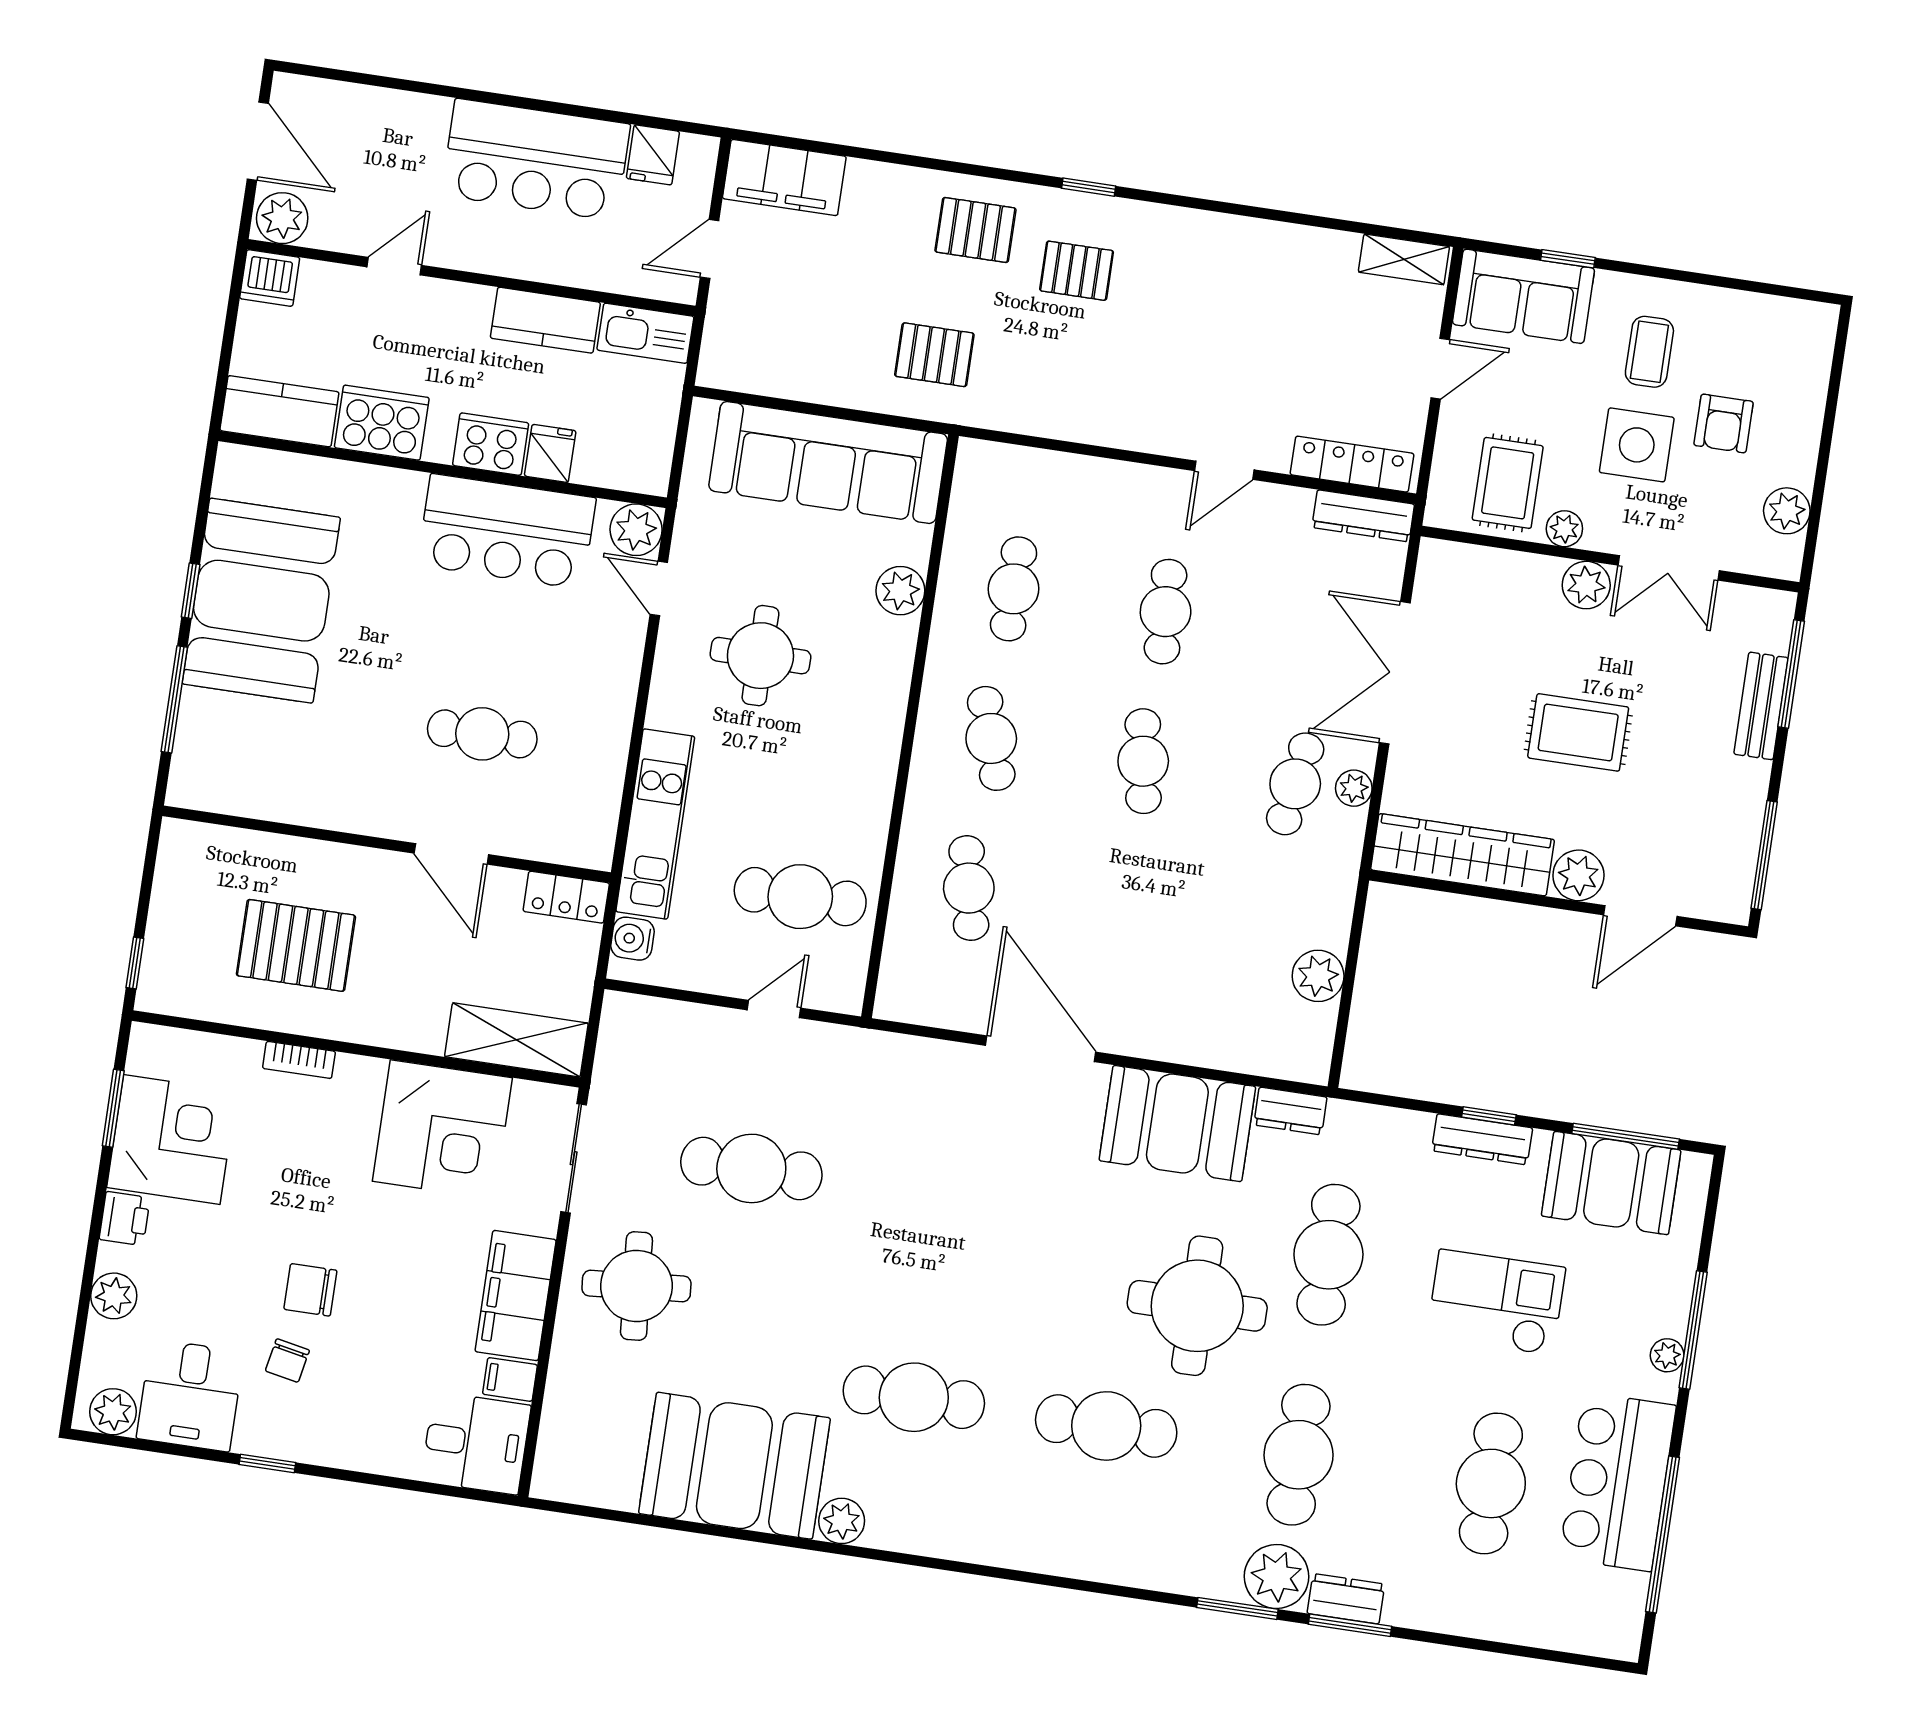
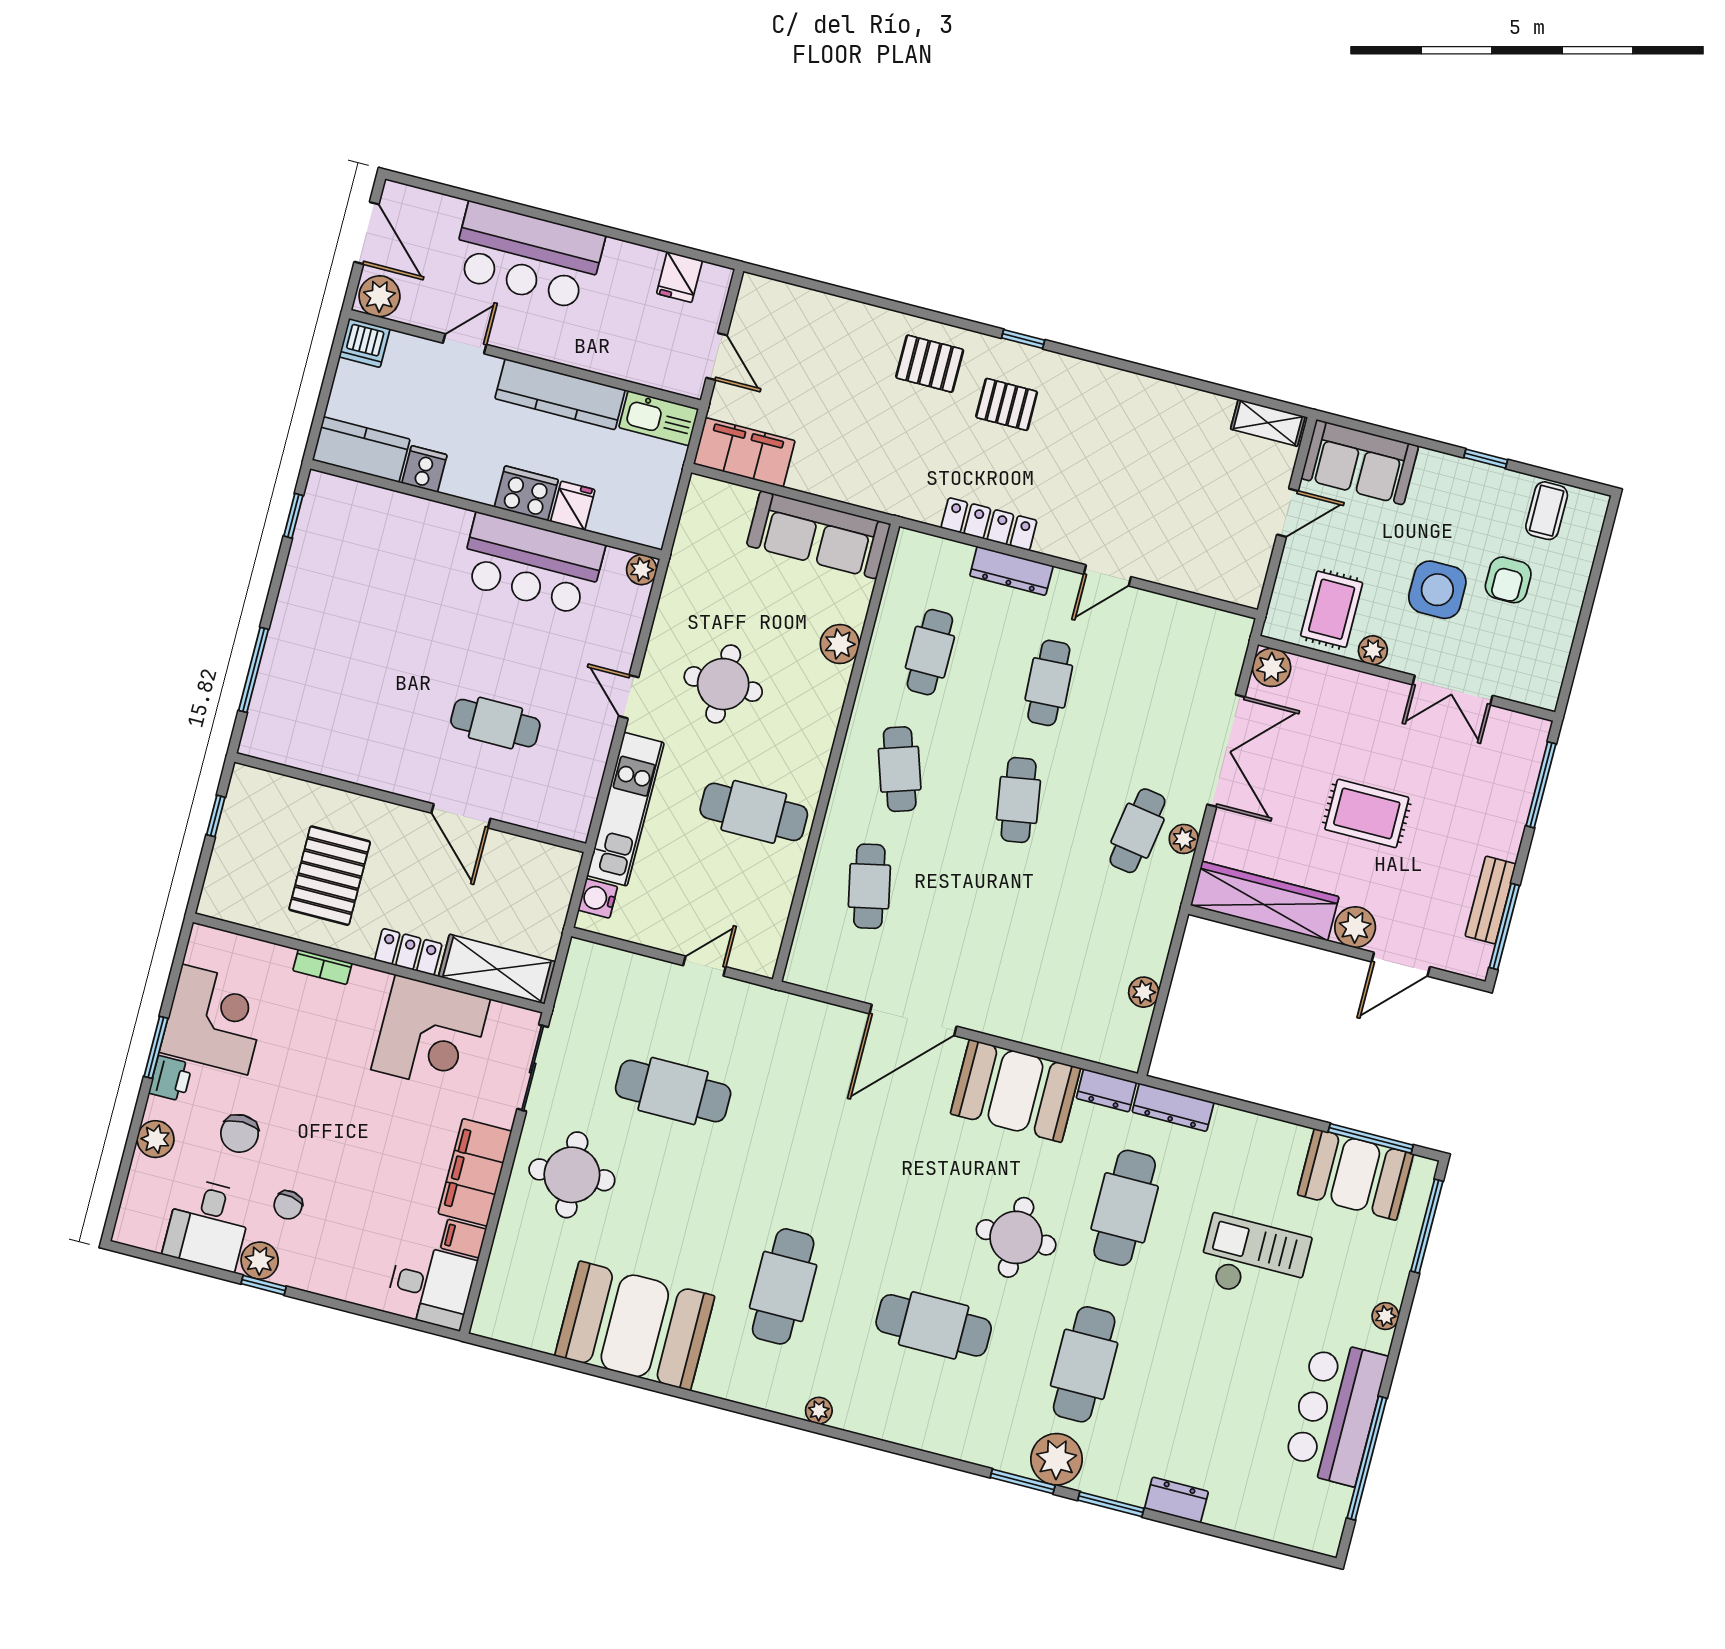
bar counter: (536, 160) -> (528, 256), moved
filing cabinet: (784, 177) -> (744, 452), moved, turned 180
door: (710, 249) -> (717, 356), swing flipped
window: (1568, 259) -> (1486, 459), moved
kitchen counter: (545, 320) -> (560, 394), width x1.50
coffee table: (1649, 352) -> (1547, 511), moved
pallet: (934, 355) -> (887, 459), removed
cooker: (382, 423) -> (424, 469), width x0.53, depth x0.76
sofa: (828, 462) -> (819, 535), width x0.74, depth x0.79
locker: (1352, 464) -> (989, 524), moved
plant: (1787, 511) -> (1551, 655), removed
dresser: (1363, 516) -> (1011, 571), moved
plant: (636, 530) -> (642, 570), width x0.73, depth x0.73
plant: (1586, 585) -> (1272, 667), moved
door: (659, 589) -> (629, 697), moved
window: (191, 591) -> (293, 516), moved
booth: (261, 601) -> (331, 599), removed
double door: (1395, 673) -> (1226, 751), swing flipped
bench: (1761, 706) -> (1490, 900), moved
locker: (566, 897) -> (408, 952), moved, turned 180
cafe table: (800, 897) -> (754, 812), moved
pallet: (296, 945) -> (330, 876), turned 90
window: (135, 963) -> (216, 816), moved
plant: (1318, 976) -> (1144, 992), width x0.73, depth x0.73
door: (1041, 1049) -> (913, 1020), swing flipped
window: (113, 1108) -> (156, 1047), moved
window: (1489, 1116) -> (1264, 1111), removed
dresser: (1482, 1139) -> (1173, 1107), moved
chair: (310, 1290) -> (240, 1133), moved, turned -90
round table: (1197, 1306) -> (1016, 1237), width x0.73, depth x0.73
window: (1693, 1330) -> (1427, 1226), moved
cafe table: (914, 1397) -> (783, 1286), turned 90
plant: (113, 1412) -> (260, 1261), moved
cafe table: (1491, 1483) -> (1235, 1403), removed
plant: (842, 1521) -> (819, 1411), moved, width x0.73, depth x0.73
dresser: (1346, 1599) -> (1176, 1500), moved

